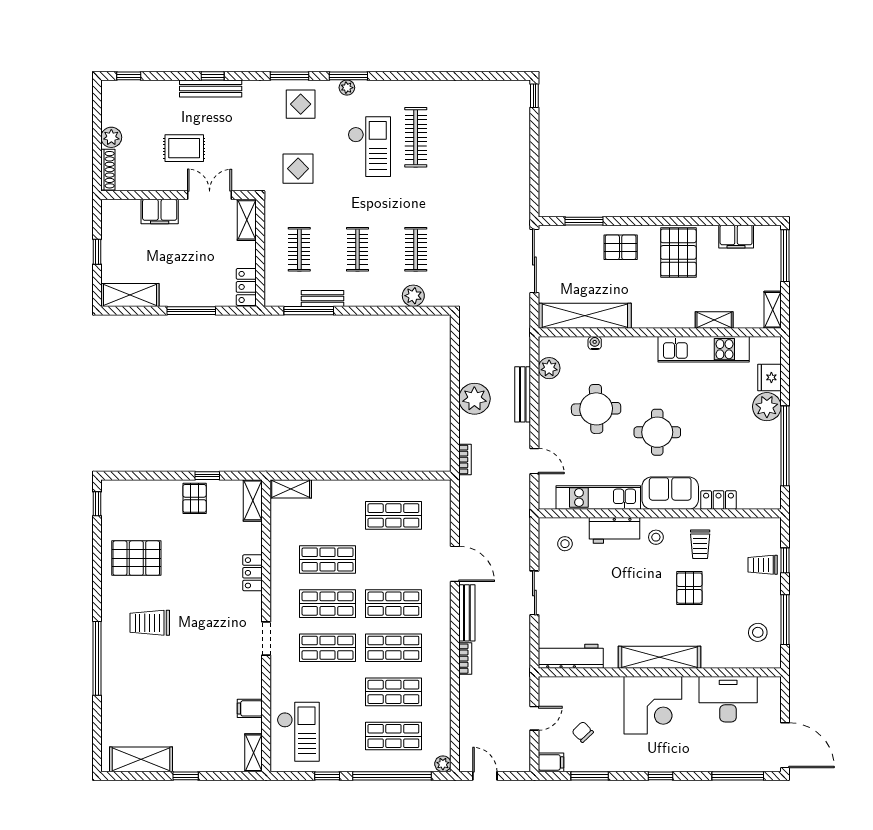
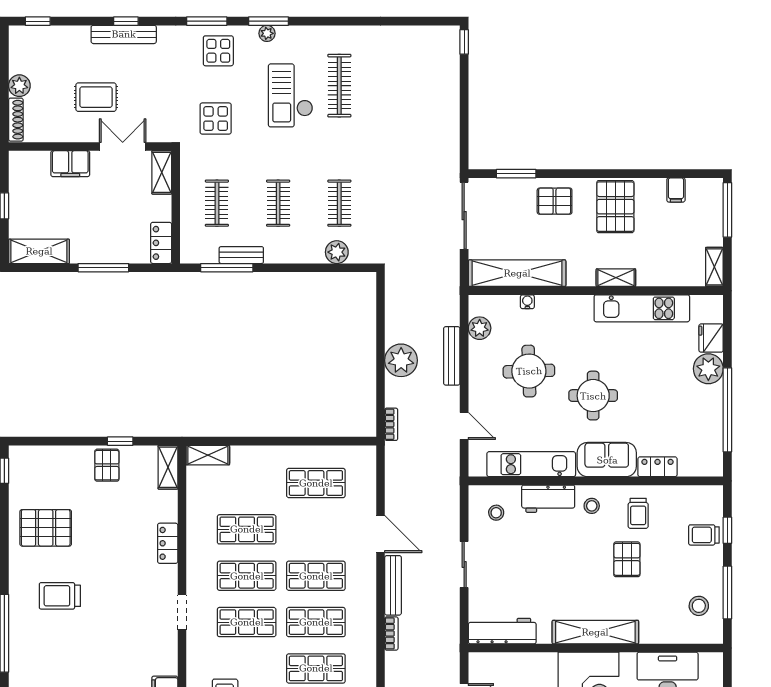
checkout: (369, 147) -> (291, 95), turned 180
filing cabinet: (736, 237) -> (676, 190), width x0.50
shelving: (714, 320) -> (616, 278), moved

